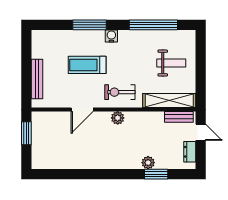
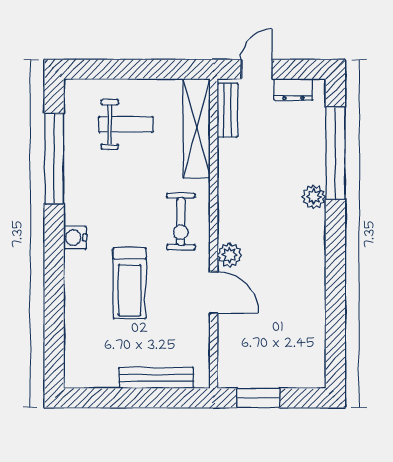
window: (89, 25) -> (54, 279), removed
weight bench: (171, 63) -> (126, 124), turned 90
plant: (118, 118) -> (229, 255), moved
plant: (148, 163) -> (314, 197), moved
window: (156, 174) -> (335, 153), width x2.11

